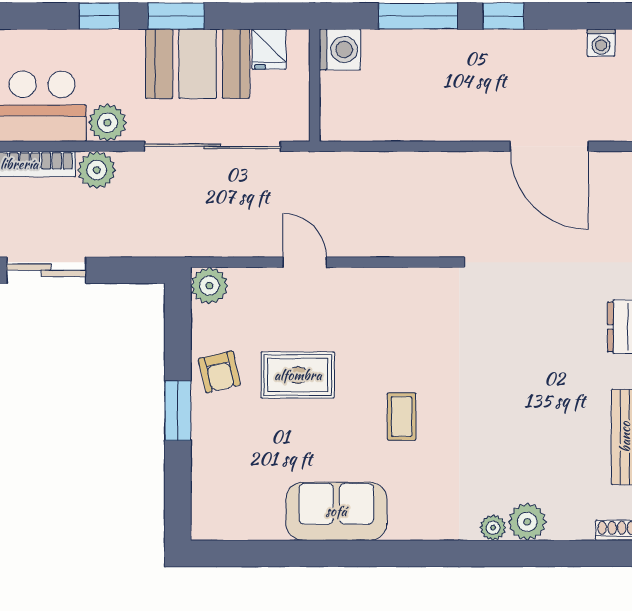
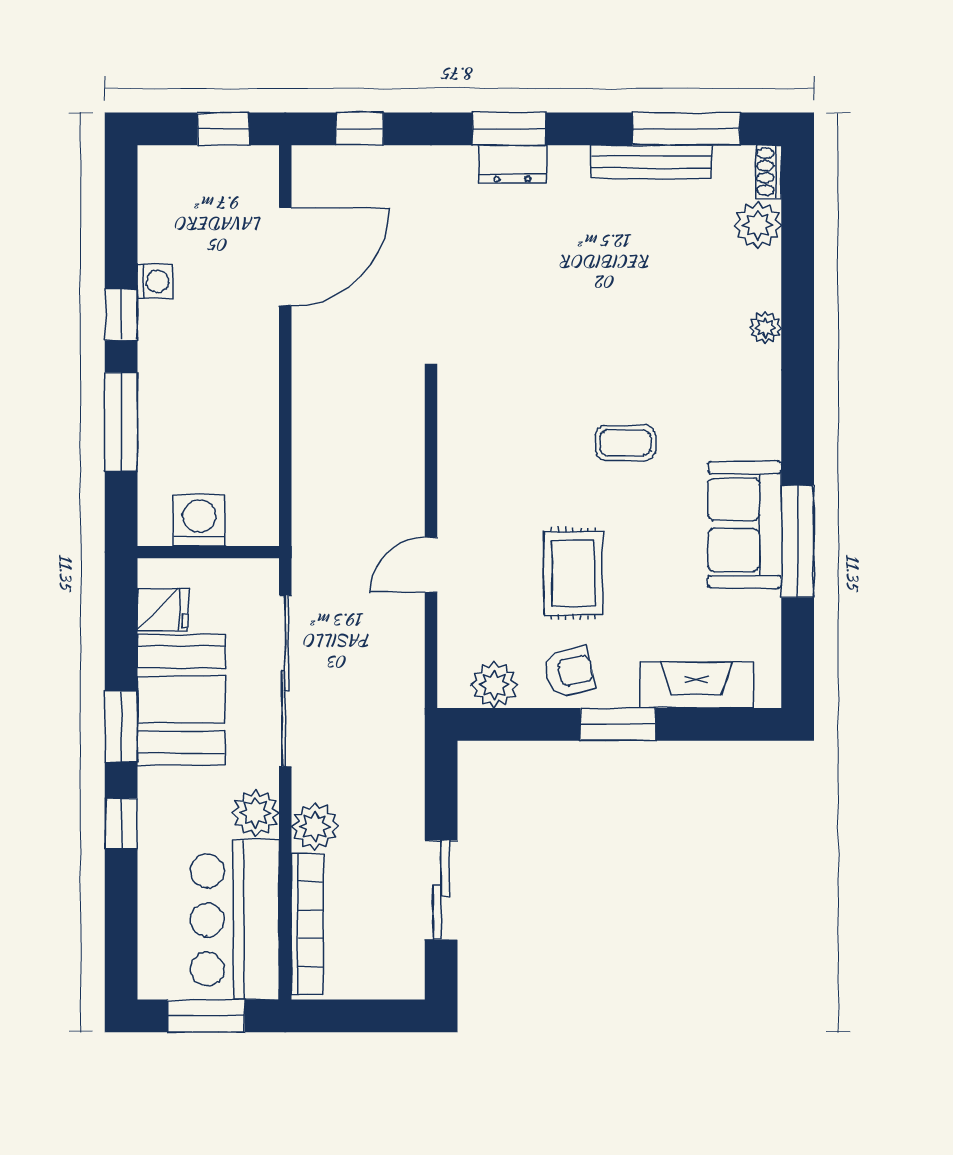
washing machine: (601, 43) -> (155, 281), moved
washing machine: (340, 49) -> (199, 520), moved
plant: (209, 286) -> (494, 685), moved
fireplace: (209, 473) -> (697, 685), added
plant: (527, 522) -> (758, 225), moved
window: (323, 553) -> (798, 541), added

